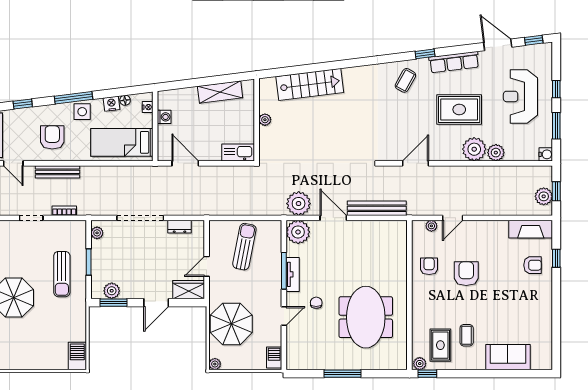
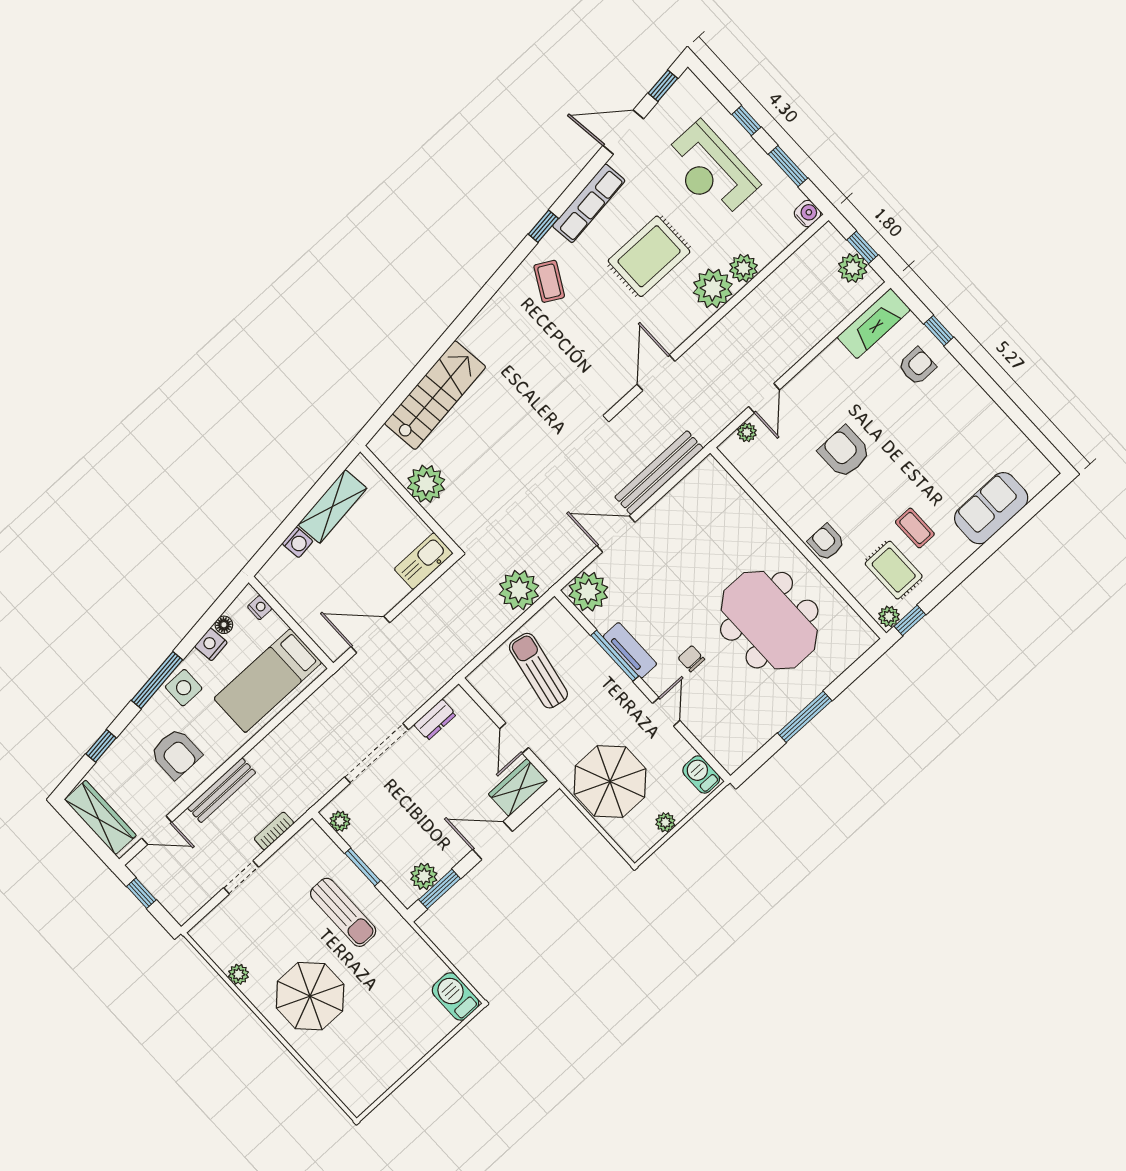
washing machine: (164, 117) -> (297, 542), moved, turned 83
plant: (265, 120) -> (426, 484), width x1.87, depth x1.87
armchair: (52, 137) -> (176, 754), turned 180
plant: (299, 204) -> (519, 590), moved
armchair: (429, 266) -> (826, 542), moved
door: (156, 303) -> (492, 840), swing flipped
plant: (215, 364) -> (665, 822), moved

